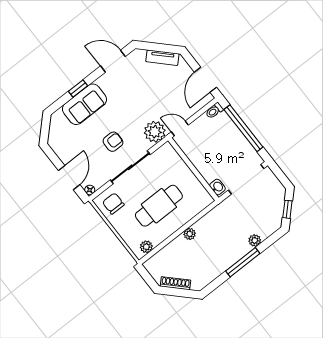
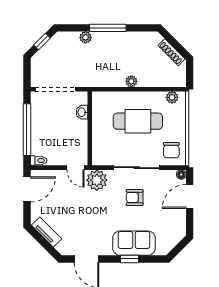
washbasin: (217, 187) -> (82, 112), moved

